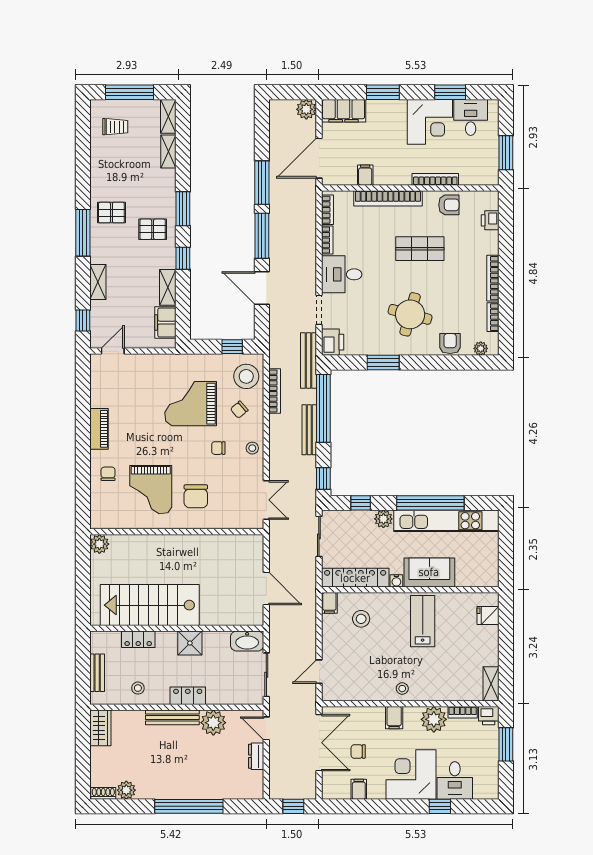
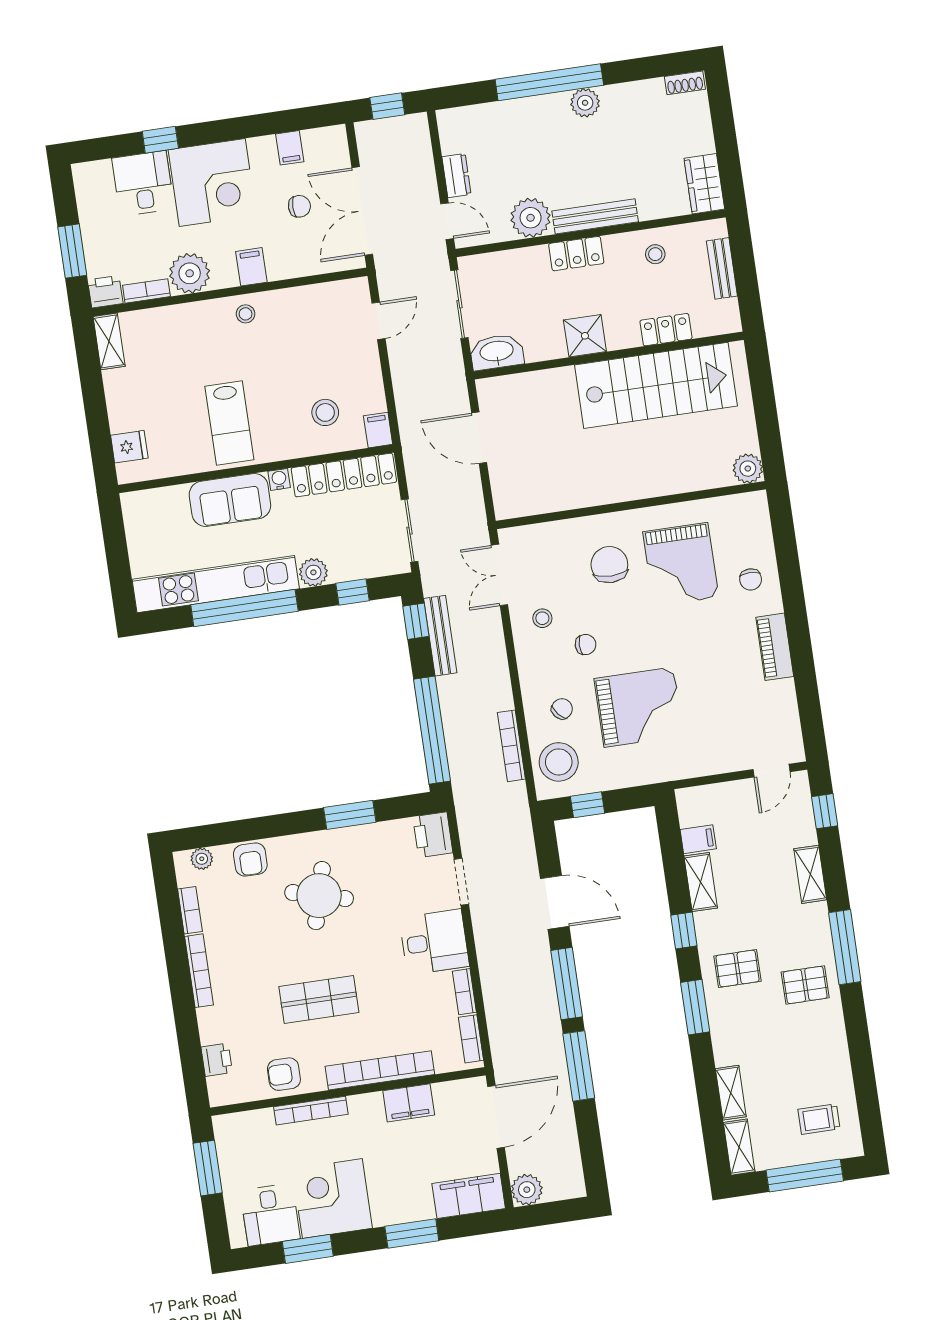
filing cabinet: (365, 175) -> (409, 1103), width x2.00
filing cabinet: (165, 323) -> (698, 839), width x0.50
bench: (308, 360) -> (466, 801), removed
bench: (309, 430) -> (440, 636), moved
stool: (252, 448) -> (542, 618), moved
grand piano: (151, 490) -> (681, 564), turned 180
plant: (126, 790) -> (585, 103), moved

